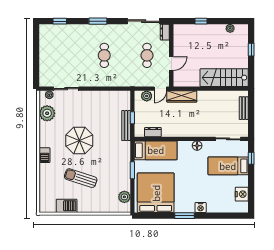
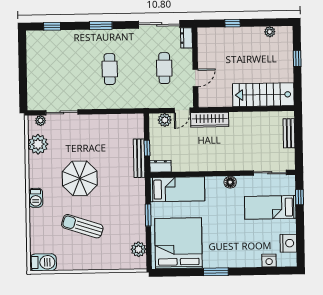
dresser: (153, 132) -> (161, 166), moved
barbecue: (67, 206) -> (43, 262), moved
nightstand: (201, 207) -> (269, 261), moved

